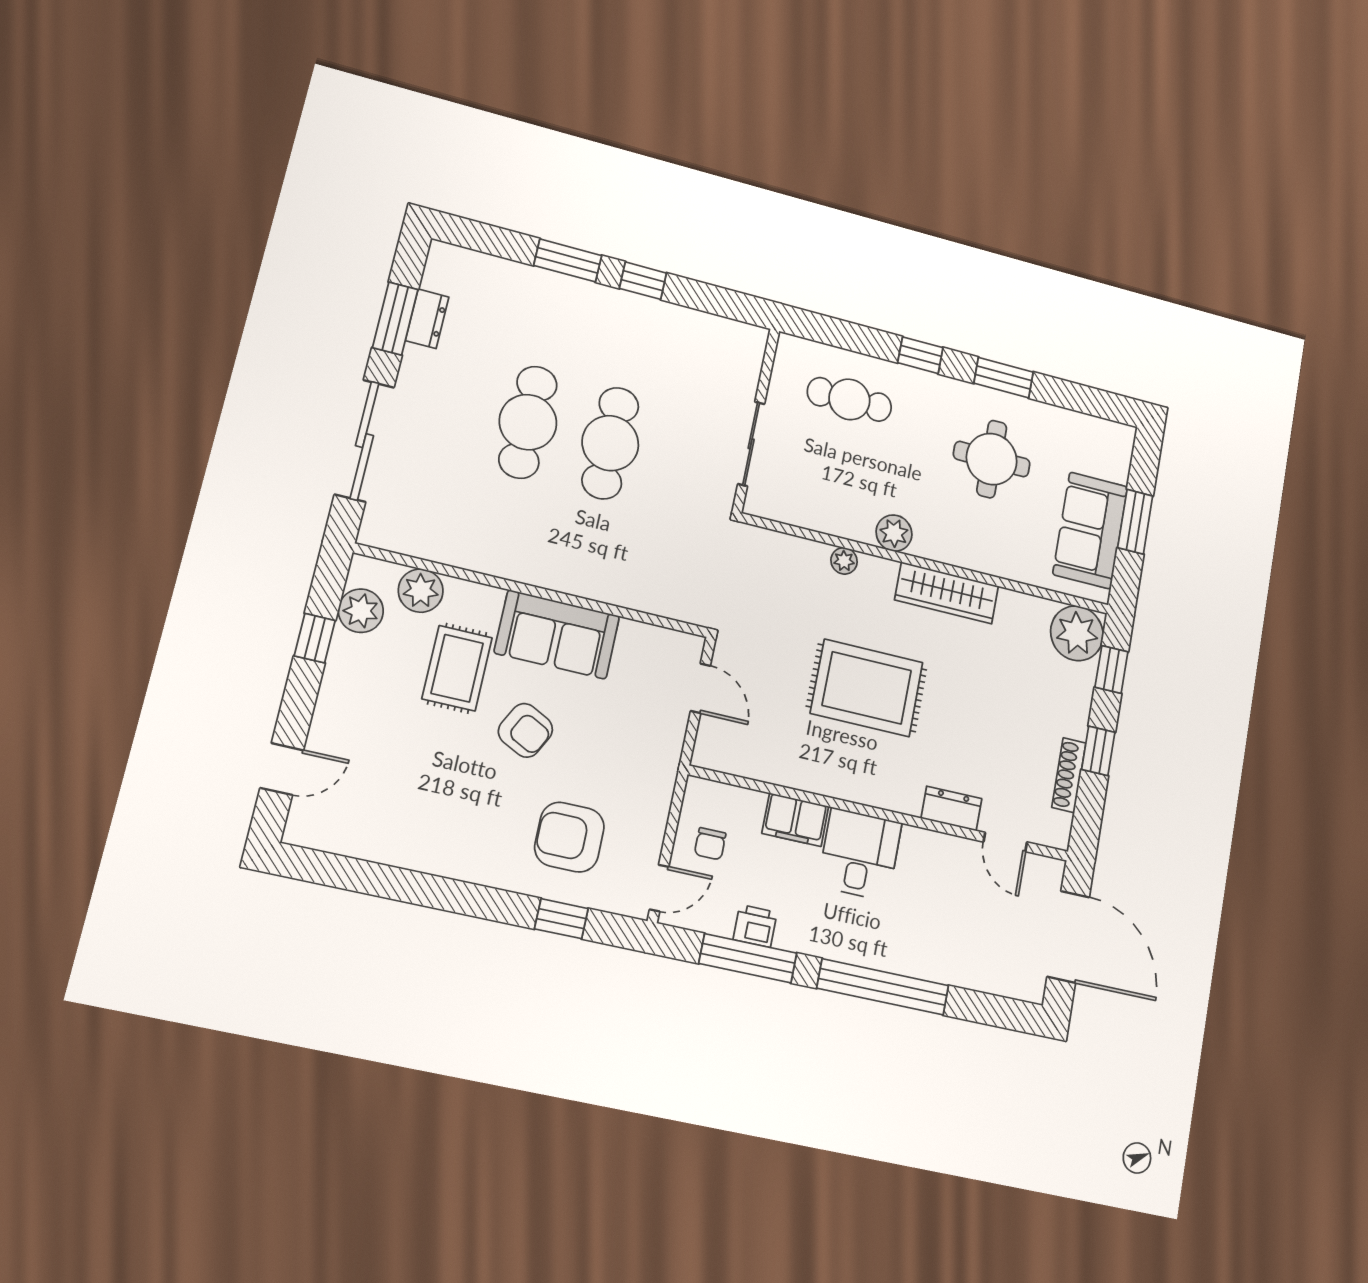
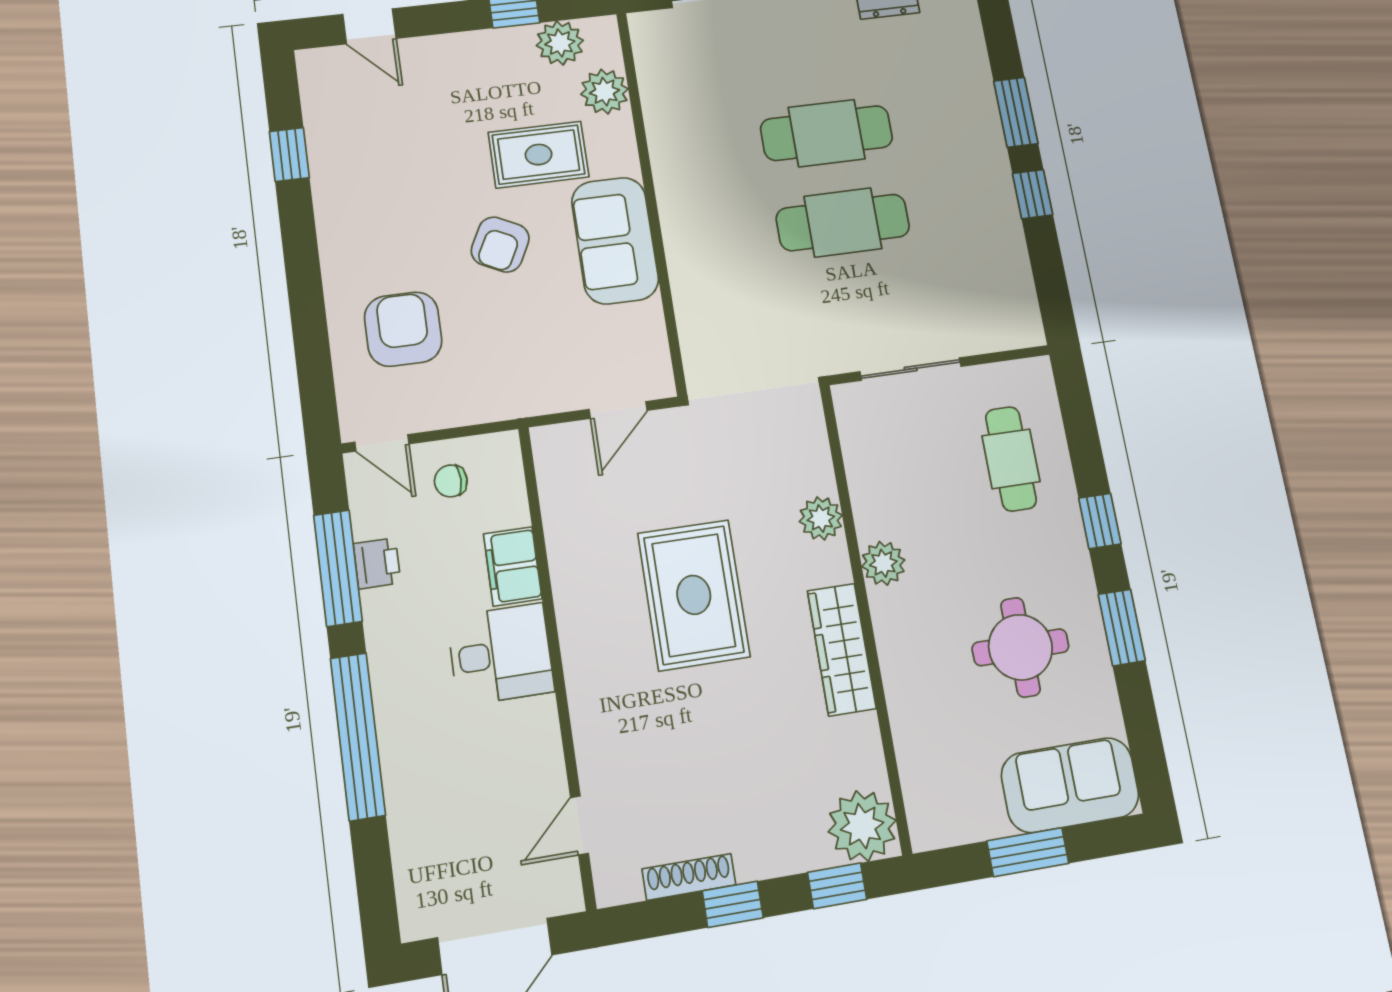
sofa: (1090, 530) -> (1070, 785), moved
plant: (844, 561) -> (821, 518), width x1.38, depth x1.38
dresser: (951, 808) -> (594, 745), removed
window: (561, 919) -> (289, 155), moved

